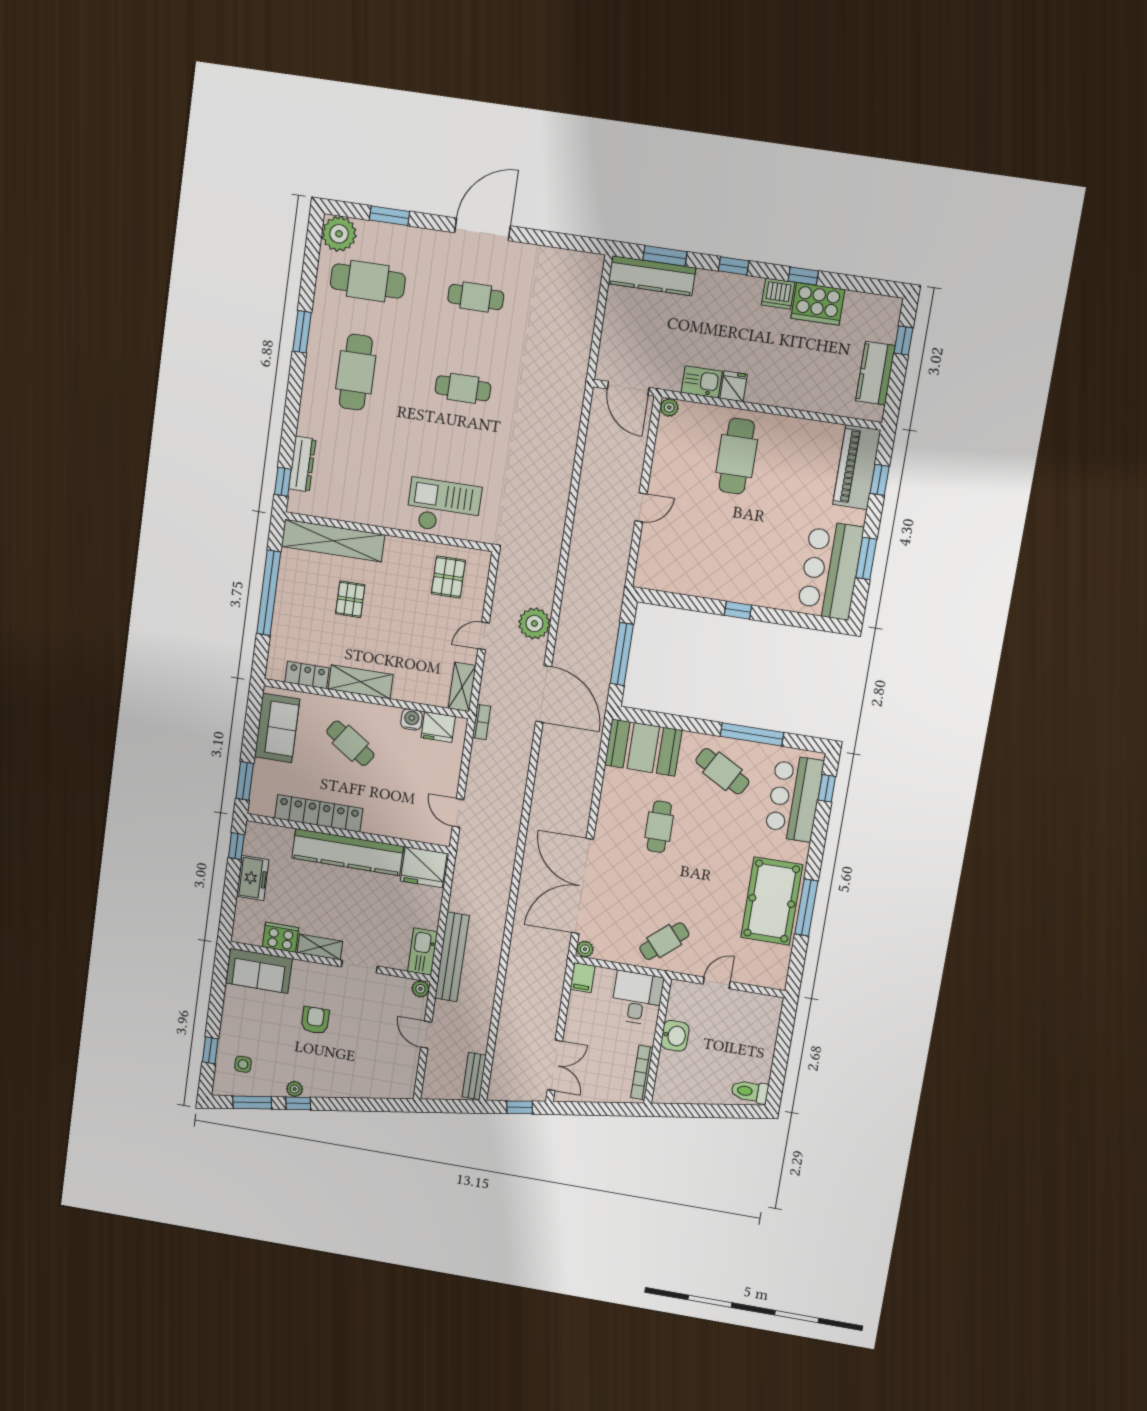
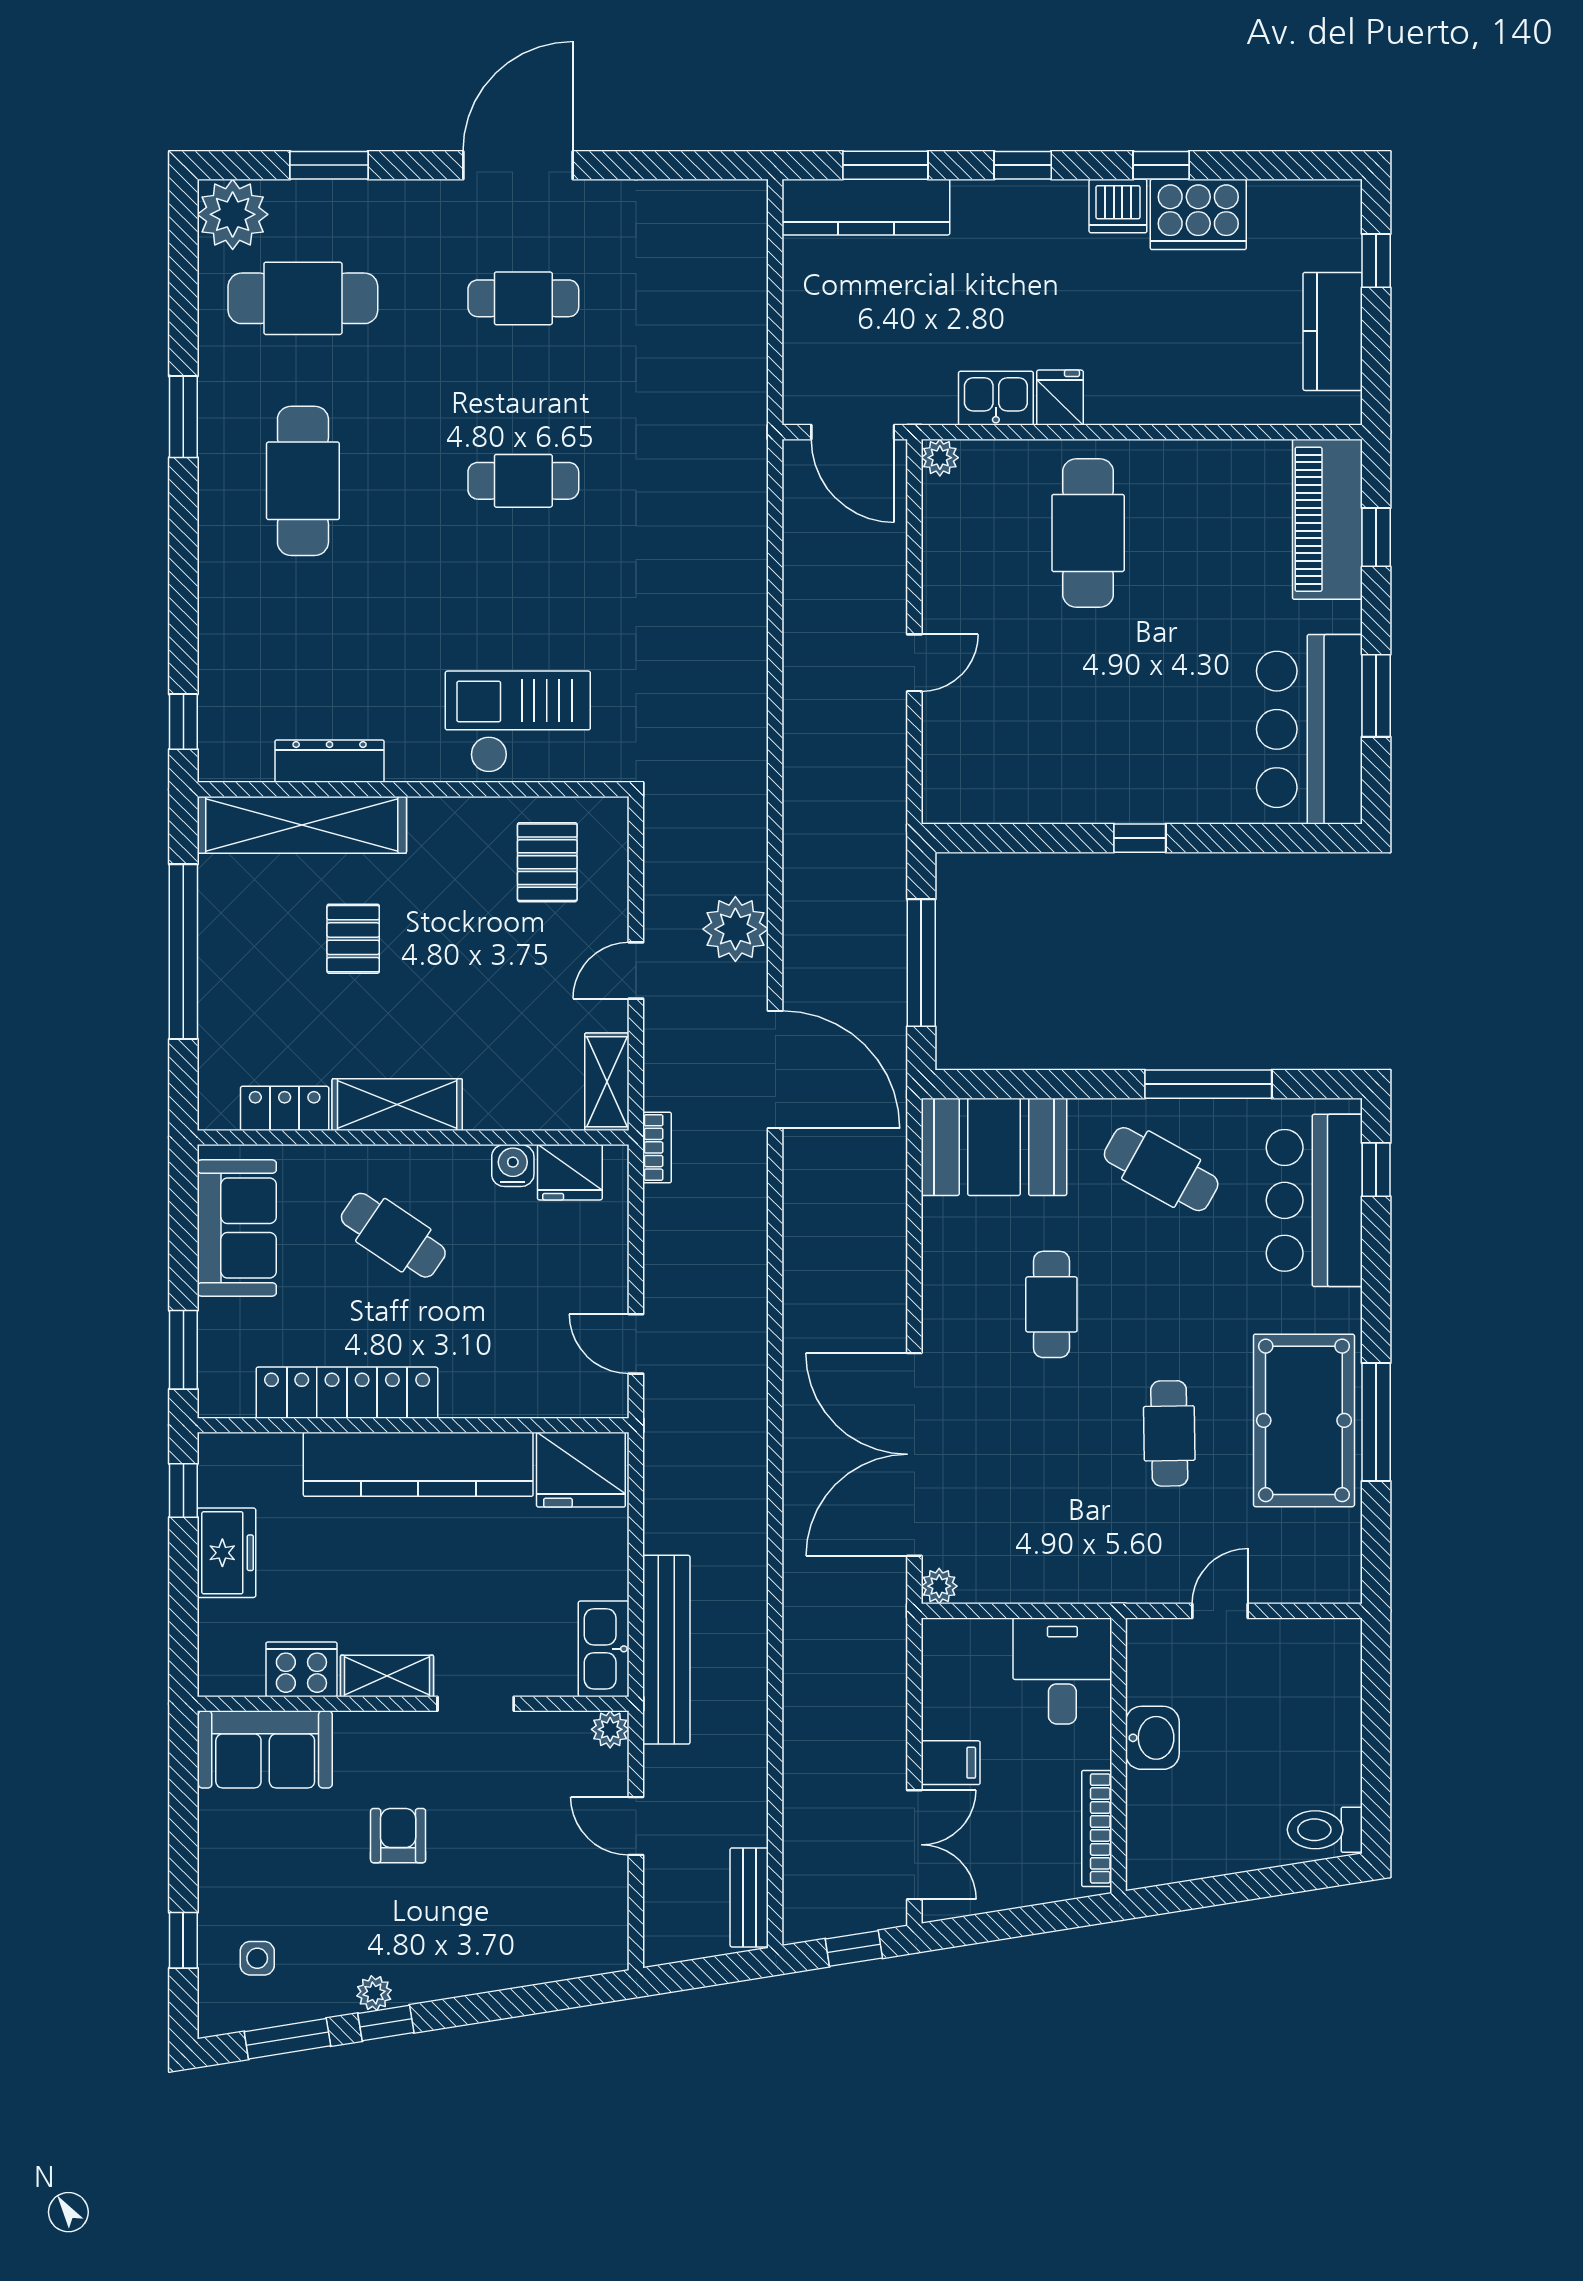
dresser: (302, 464) -> (330, 761), moved, turned -90
cafe table: (664, 941) -> (1169, 1433), moved, turned -50
filing cabinet: (583, 978) -> (951, 1763), moved, turned -90

